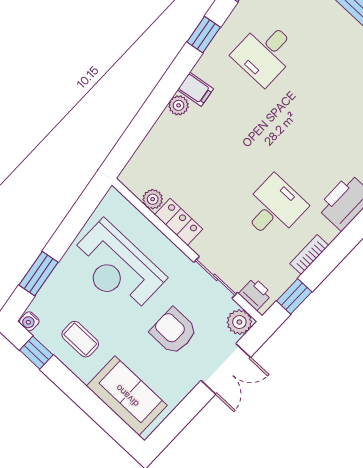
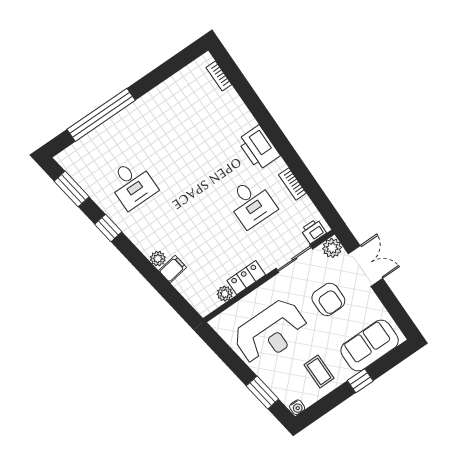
filing cabinet: (195, 89) -> (173, 269), moved
desk: (274, 208) -> (251, 203), turned 180
window: (294, 296) -> (322, 202), removed
armchair: (174, 331) -> (328, 299), turned -90
coffee table: (80, 339) -> (319, 372), turned 90
window: (36, 353) -> (360, 381), moved

